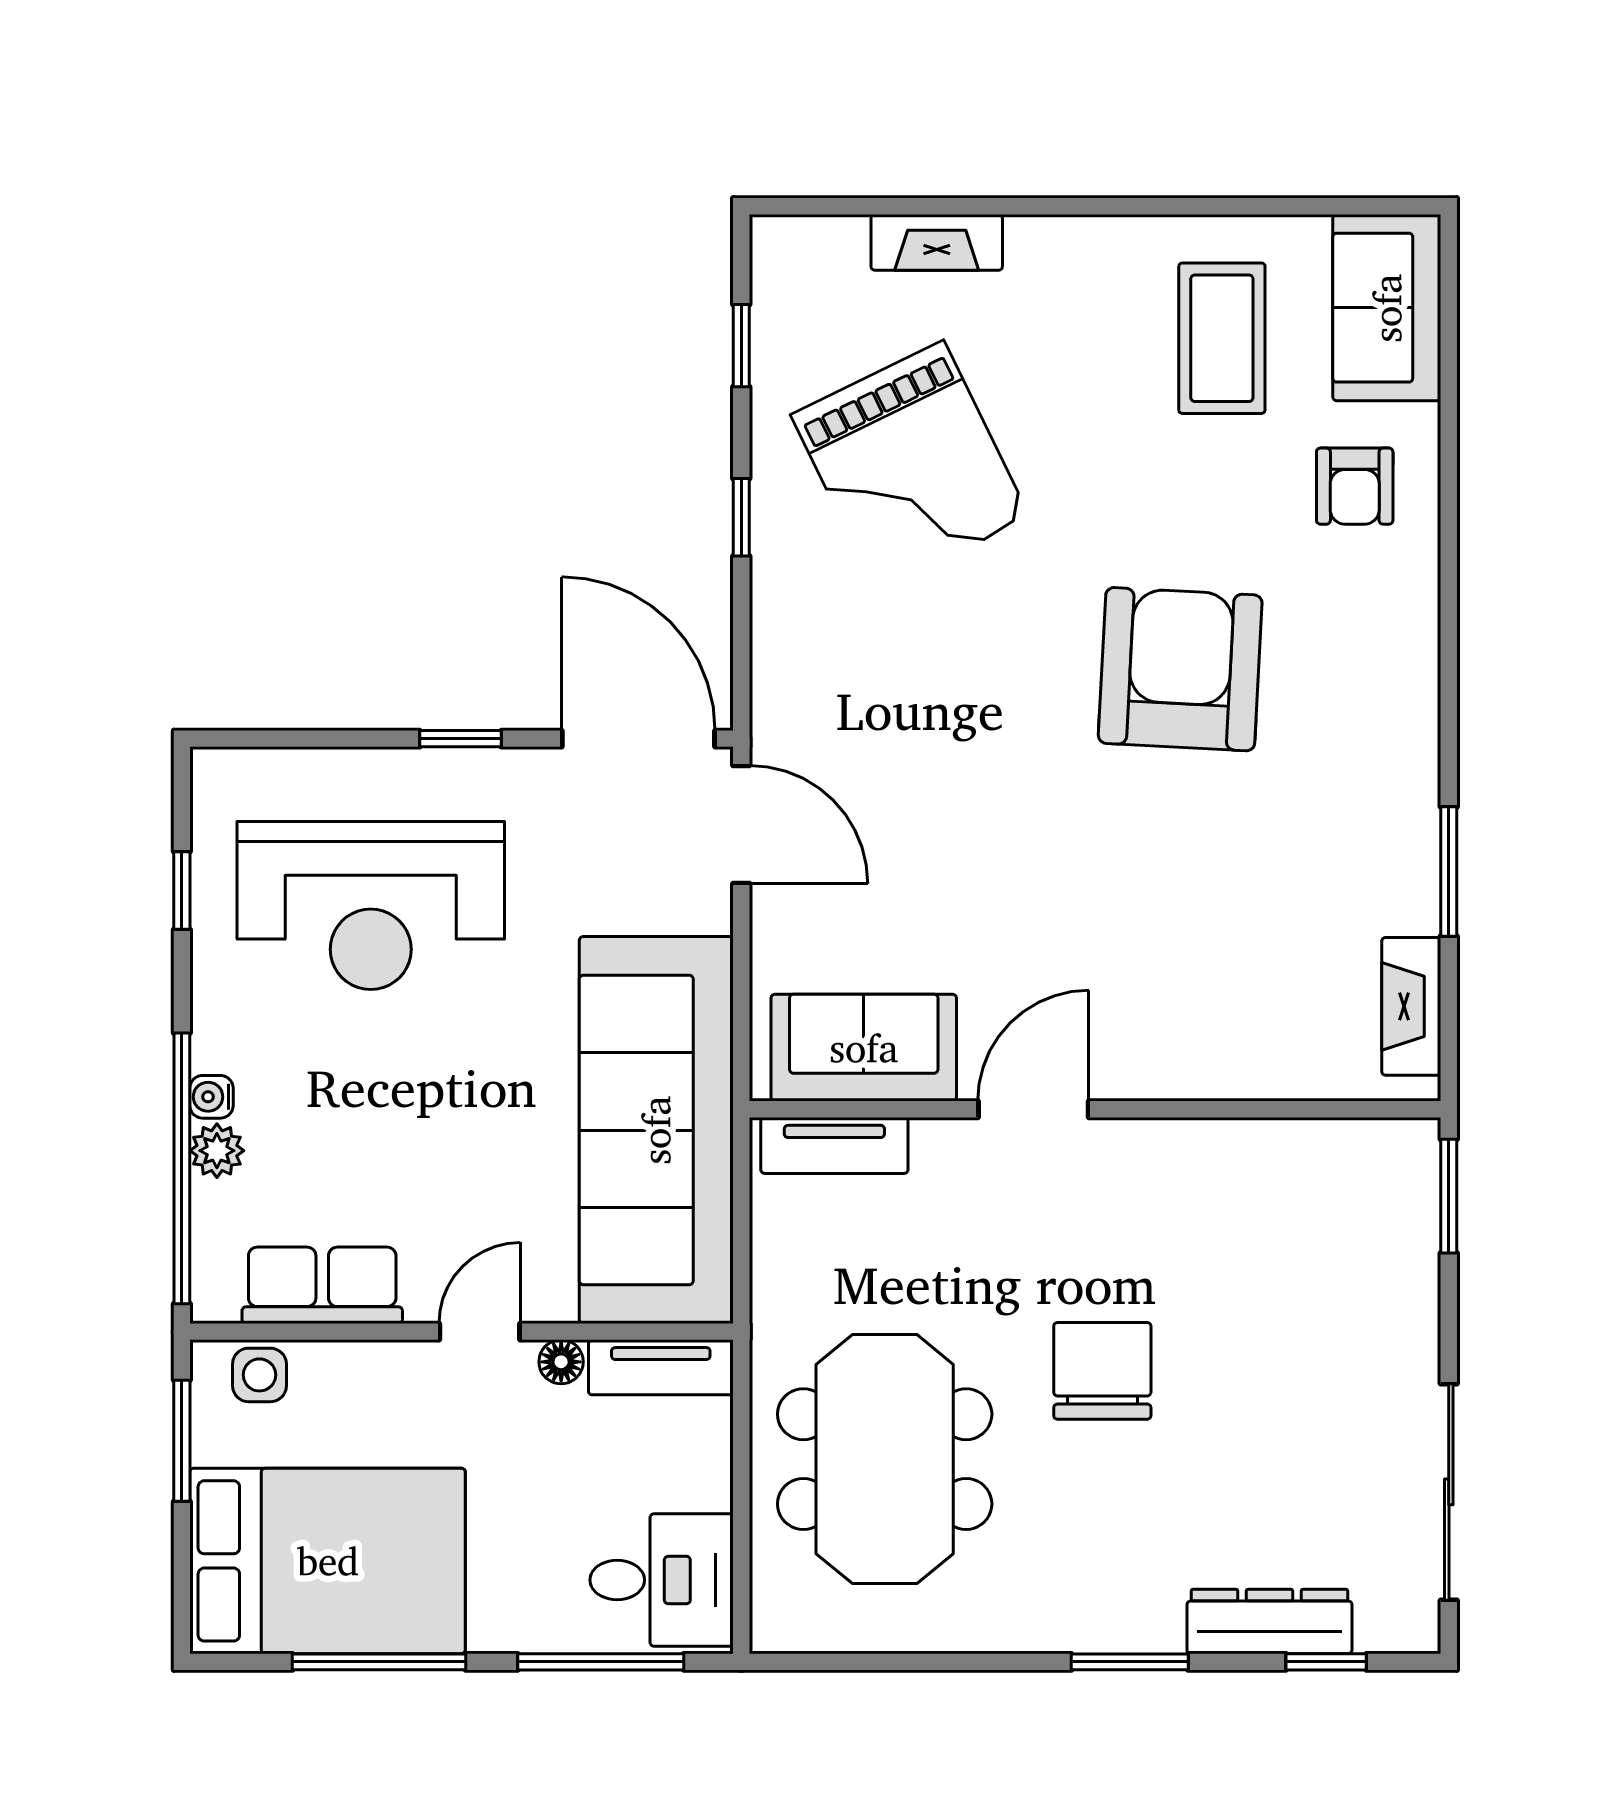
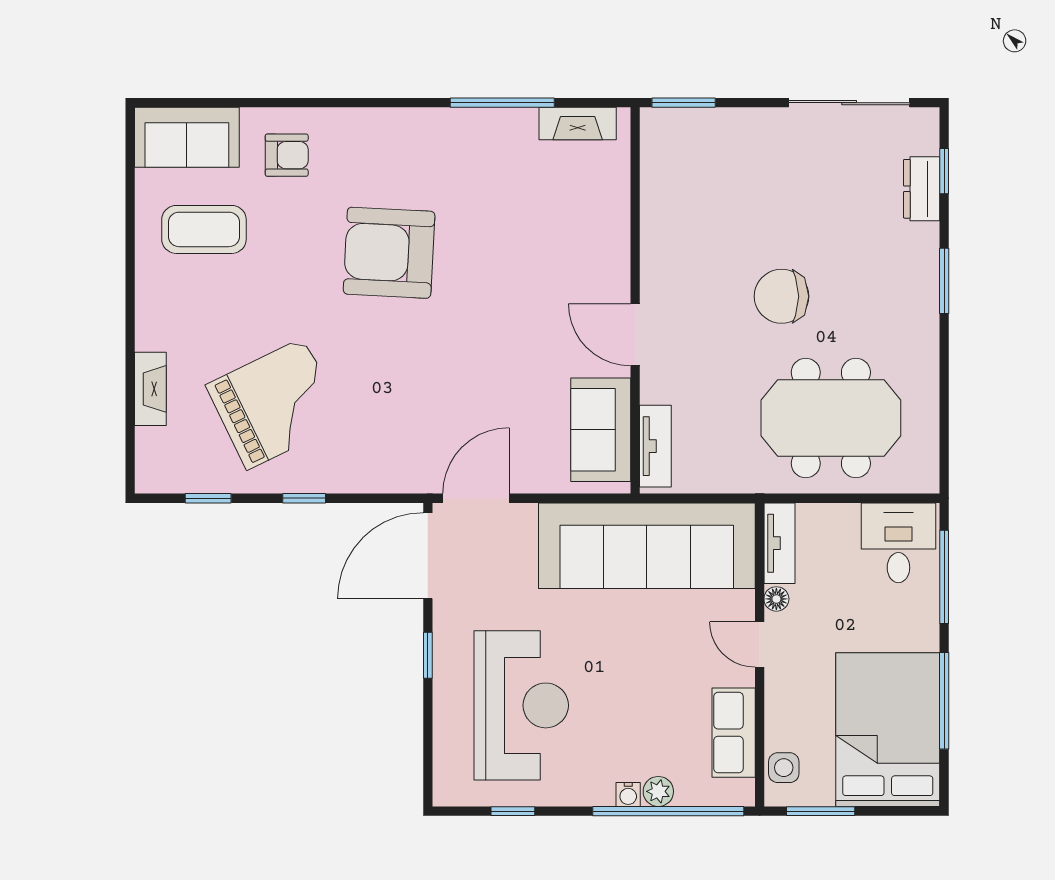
window: (1449, 871) -> (502, 103), width x1.44
dresser: (1269, 1622) -> (922, 189), width x0.70

